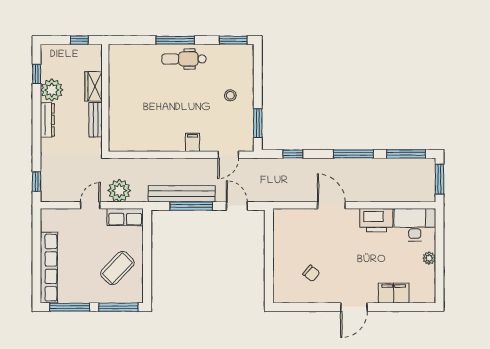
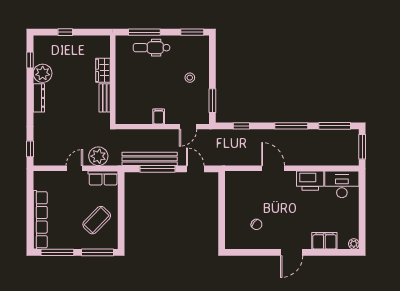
wardrobe: (94, 86) -> (103, 70), moved
wall: (105, 98) -> (113, 80), moved
bench: (95, 120) -> (105, 98), moved
plant: (429, 258) -> (354, 244), moved

